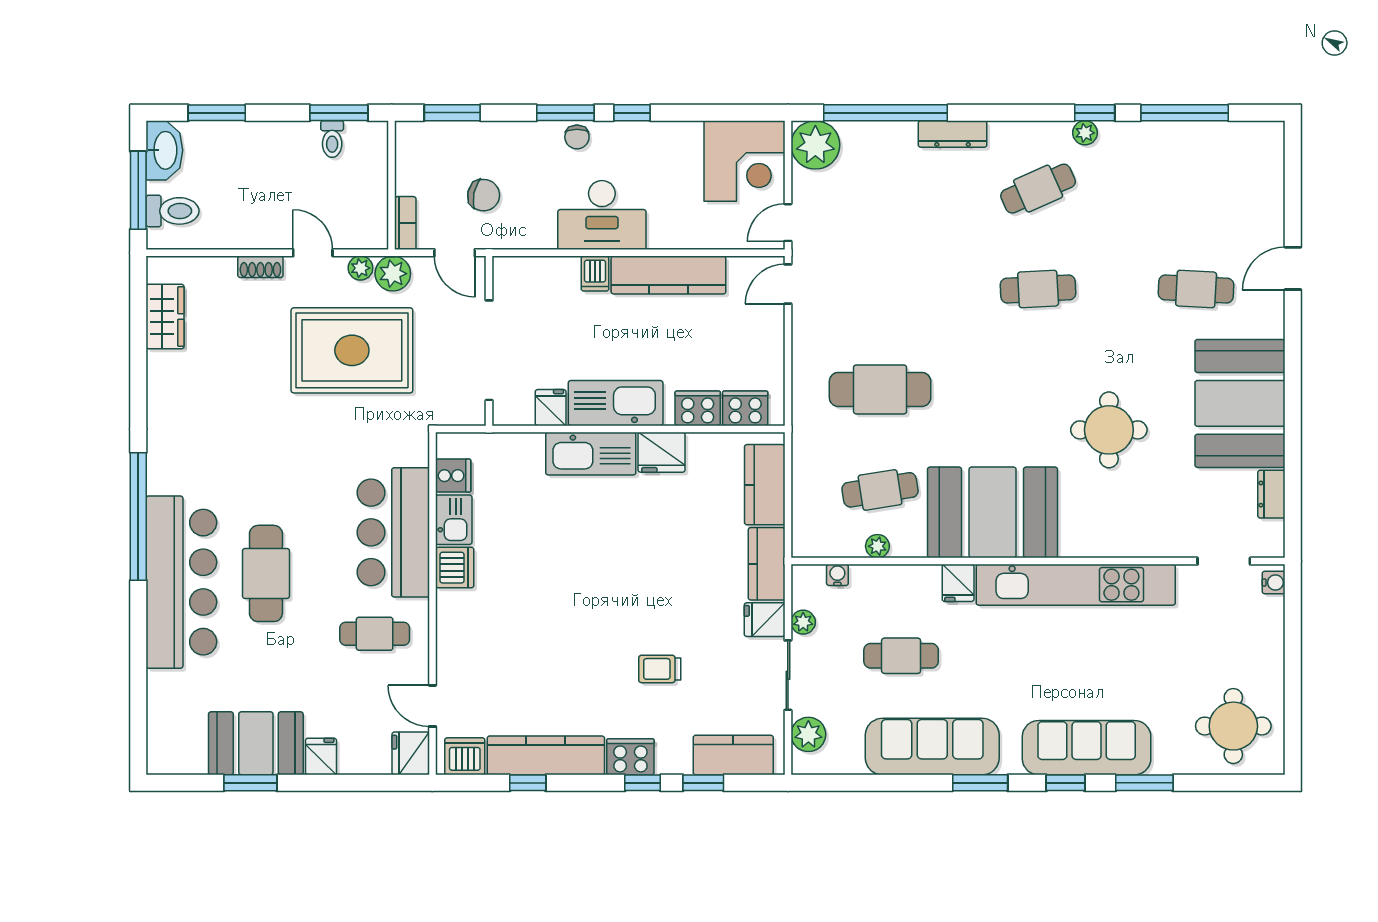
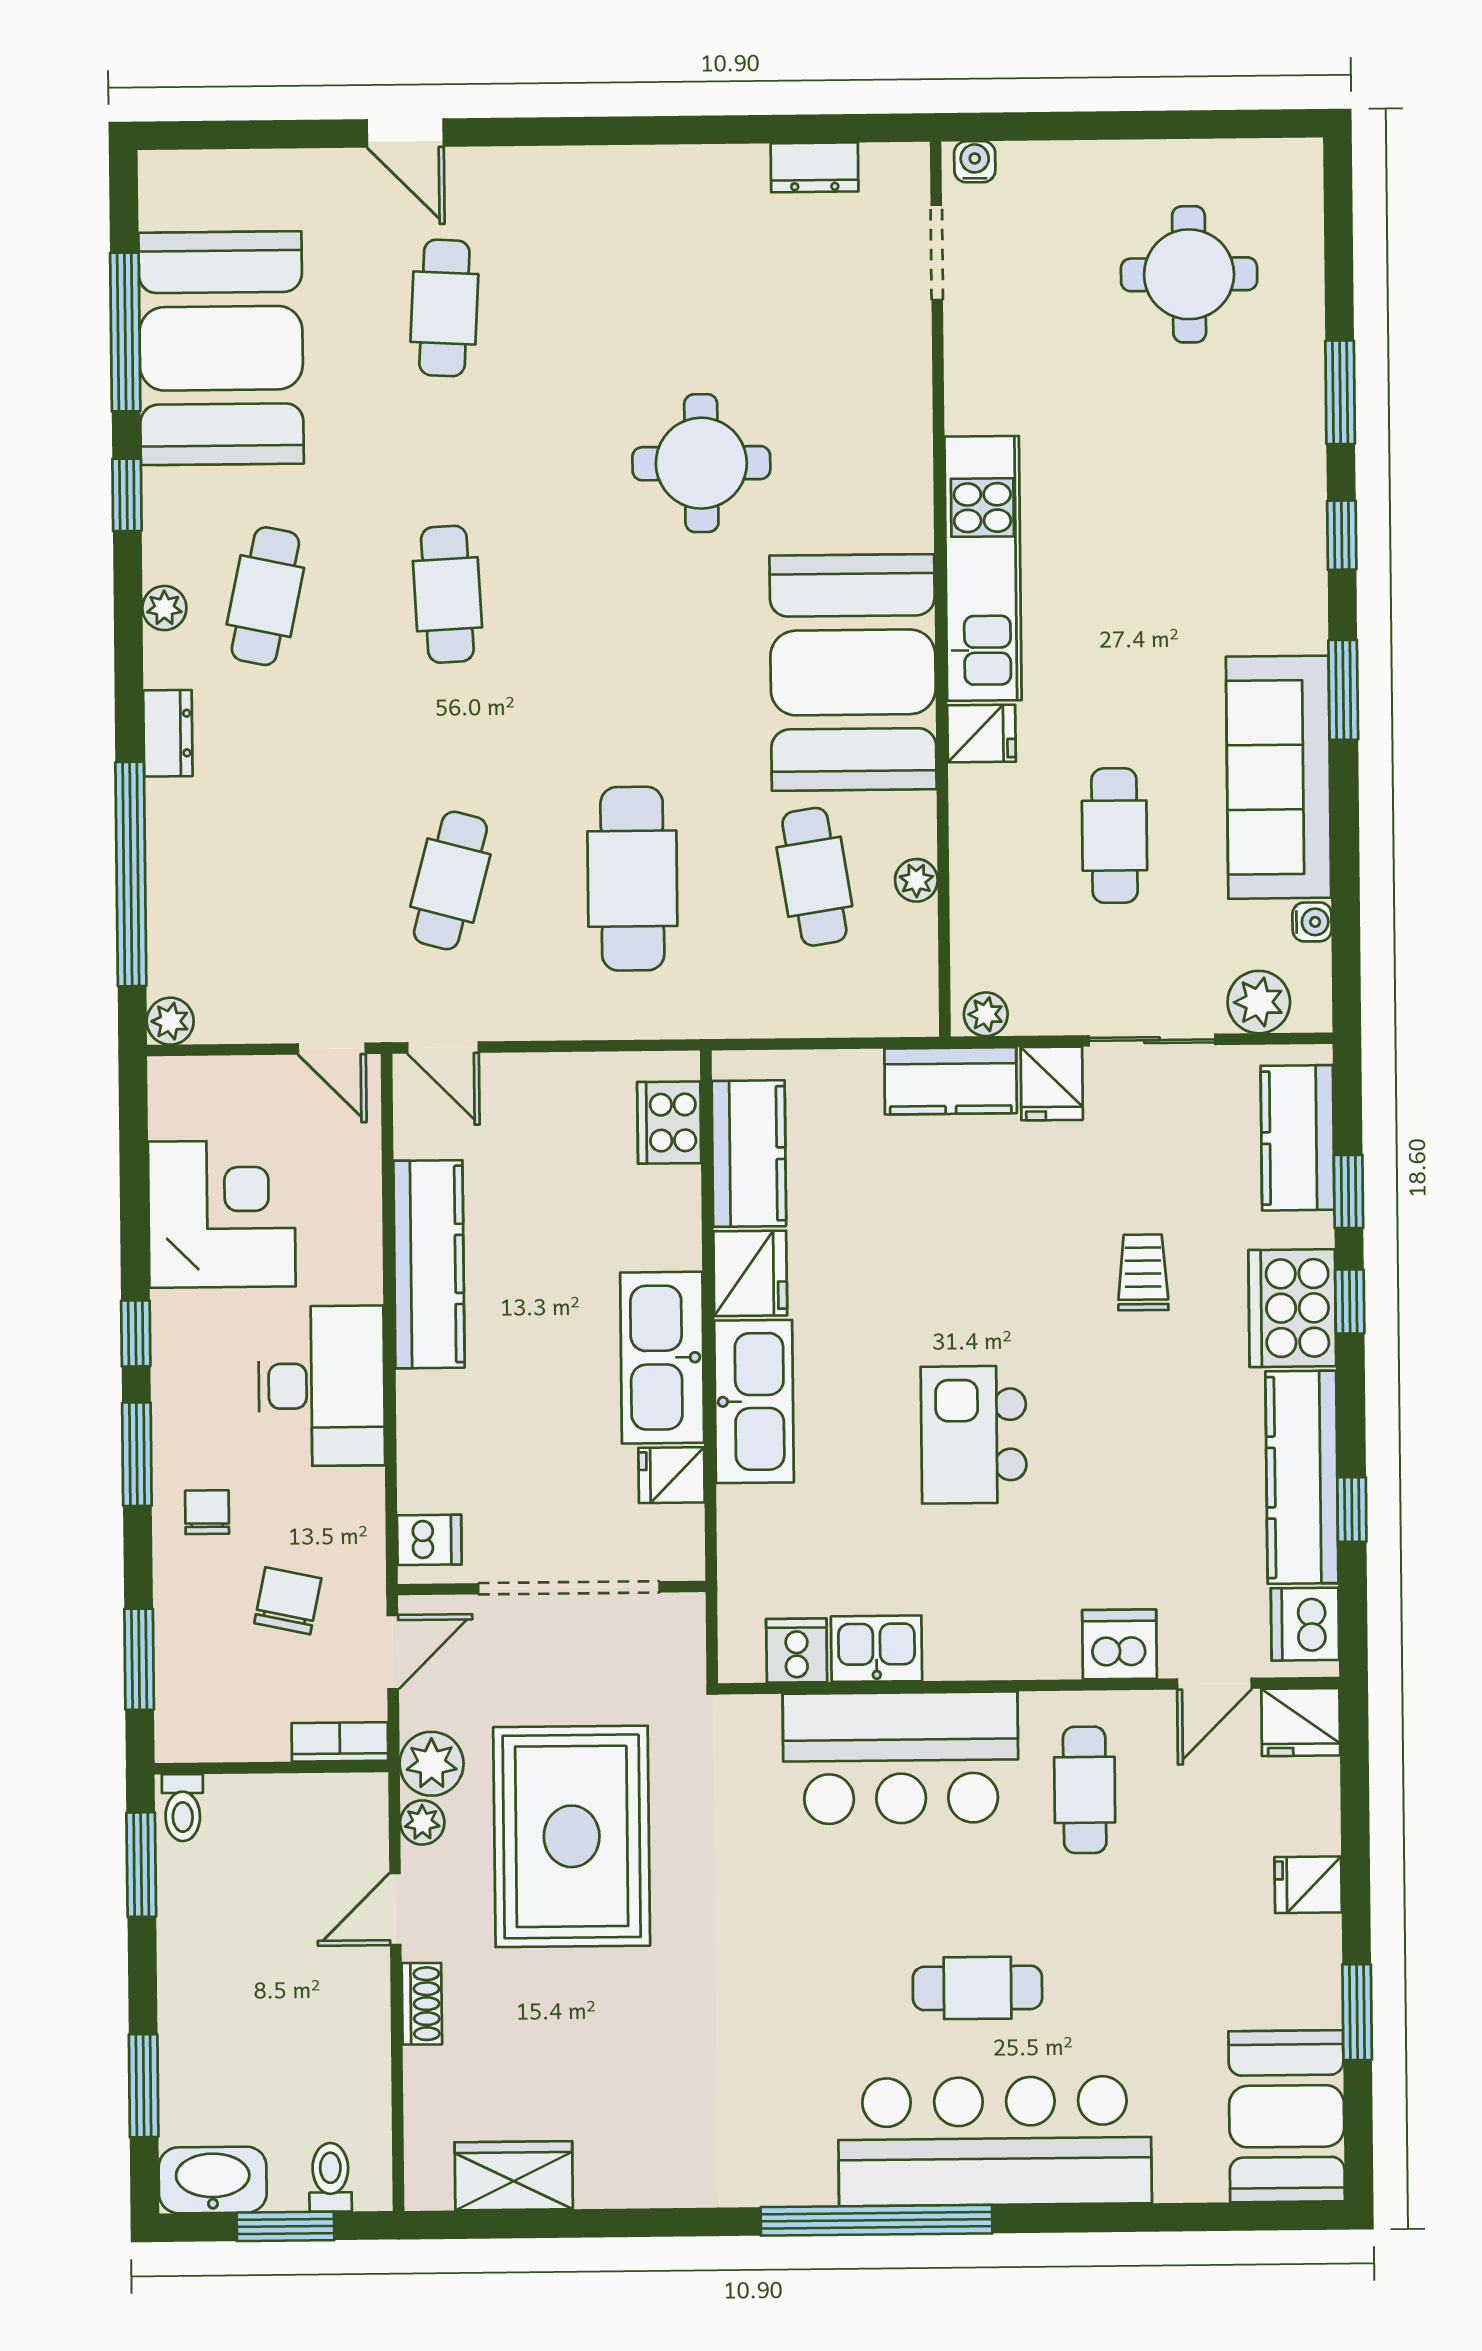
plant: (1085, 133) -> (164, 608), moved
dresser: (953, 134) -> (168, 733), width x0.70
chair: (577, 137) -> (207, 1512), moved, turned -90
toilet: (332, 139) -> (183, 1808), moved, turned 90
plant: (815, 145) -> (170, 1021), width x0.53, depth x0.53
corner desk: (744, 161) -> (222, 1214), moved
cafe table: (1038, 189) -> (265, 596), turned 36
window: (138, 190) -> (285, 2226), width x0.69
toilet: (172, 211) -> (330, 2177), width x0.73, depth x0.72
dishwasher: (595, 274) -> (429, 1540), moved
cafe table: (880, 289) -> (450, 881), added
booth: (1240, 403) -> (221, 348), moved, turned 90
cooker: (698, 408) -> (670, 1209), removed
kitchen counter: (765, 485) -> (749, 1154), moved, turned -90
dishwasher: (455, 568) -> (1119, 1644), moved
cafe table: (266, 573) -> (977, 1988), width x0.73, depth x0.74
kitchen island: (571, 575) -> (974, 1435), added
water cooler: (837, 575) -> (1312, 922), moved, turned 180
kitchen unit: (1076, 585) -> (983, 568), width x0.73
plant: (803, 622) -> (986, 1014), moved
trolley: (660, 669) -> (1143, 1272), turned 180
round table: (1233, 726) -> (1189, 274), moved
booth: (256, 743) -> (1287, 2116), moved
sofa: (1087, 748) -> (1278, 498), removed
cooker: (630, 757) -> (1292, 1308), width x1.37, depth x1.31

